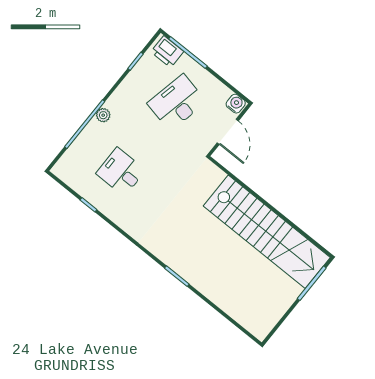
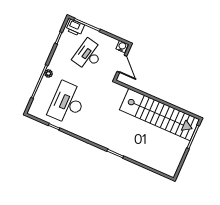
desk: (121, 172) -> (67, 103), width x1.87, depth x1.30

